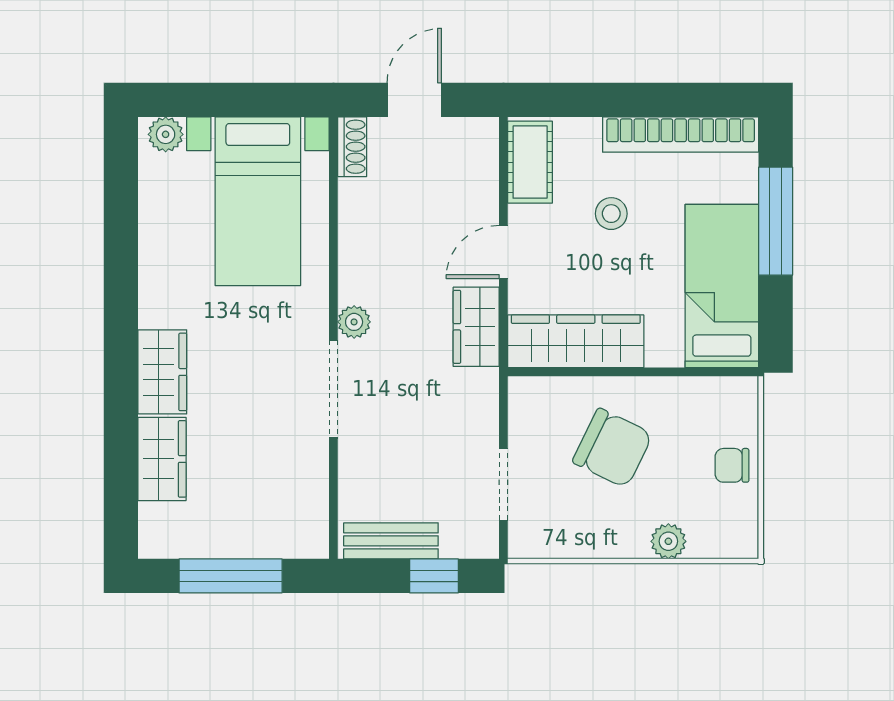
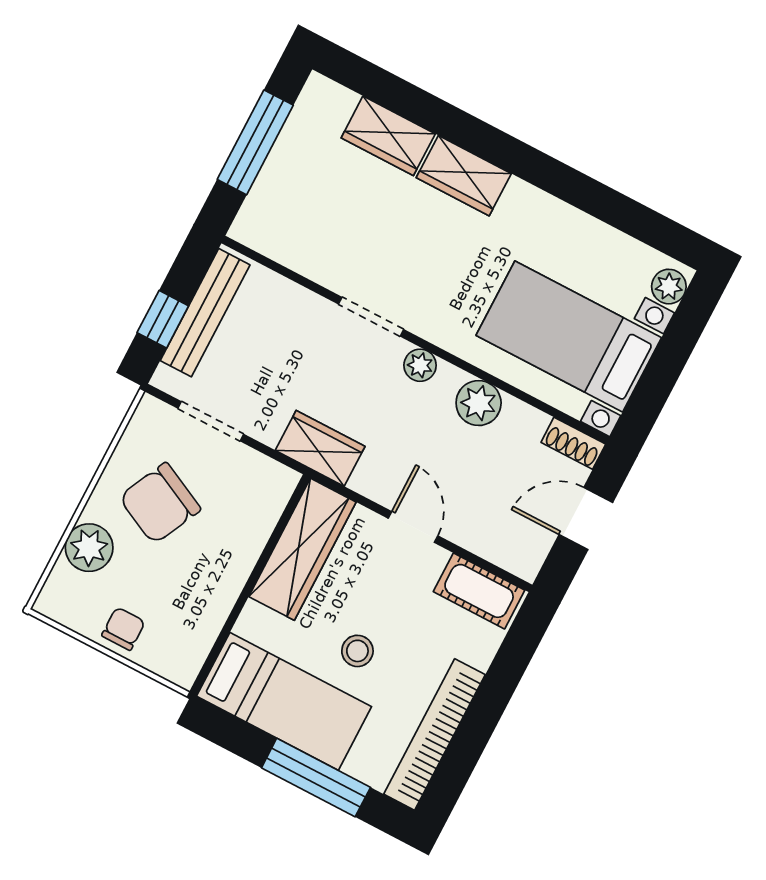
door: (414, 100) -> (586, 519), swing flipped
stool: (611, 214) -> (357, 651), moved
plant: (361, 251) -> (479, 403), added
wardrobe: (476, 327) -> (320, 448), moved
doorway: (333, 389) -> (371, 317), width x0.73
chair: (613, 448) -> (160, 503), moved
bench: (391, 541) -> (205, 313), width x1.36
plant: (668, 541) -> (89, 548), width x1.38, depth x1.38

